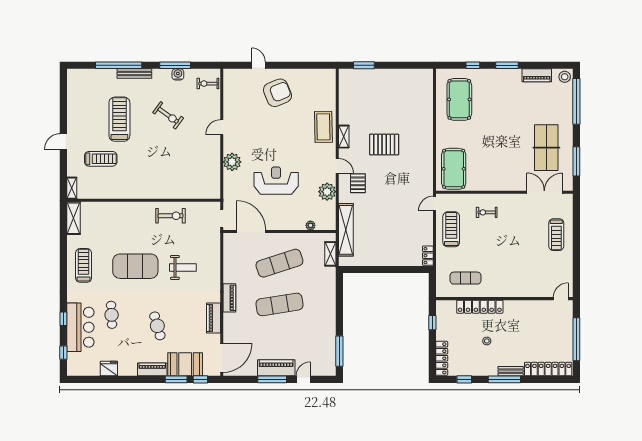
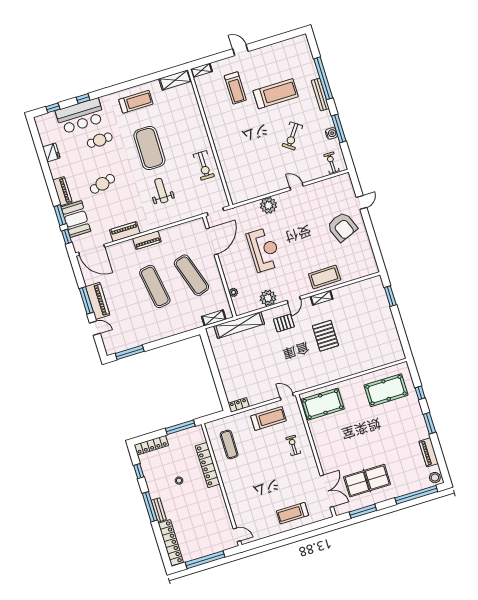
weight bench: (183, 267) -> (161, 191), turned 180
window: (432, 323) -> (180, 427), width x2.17

